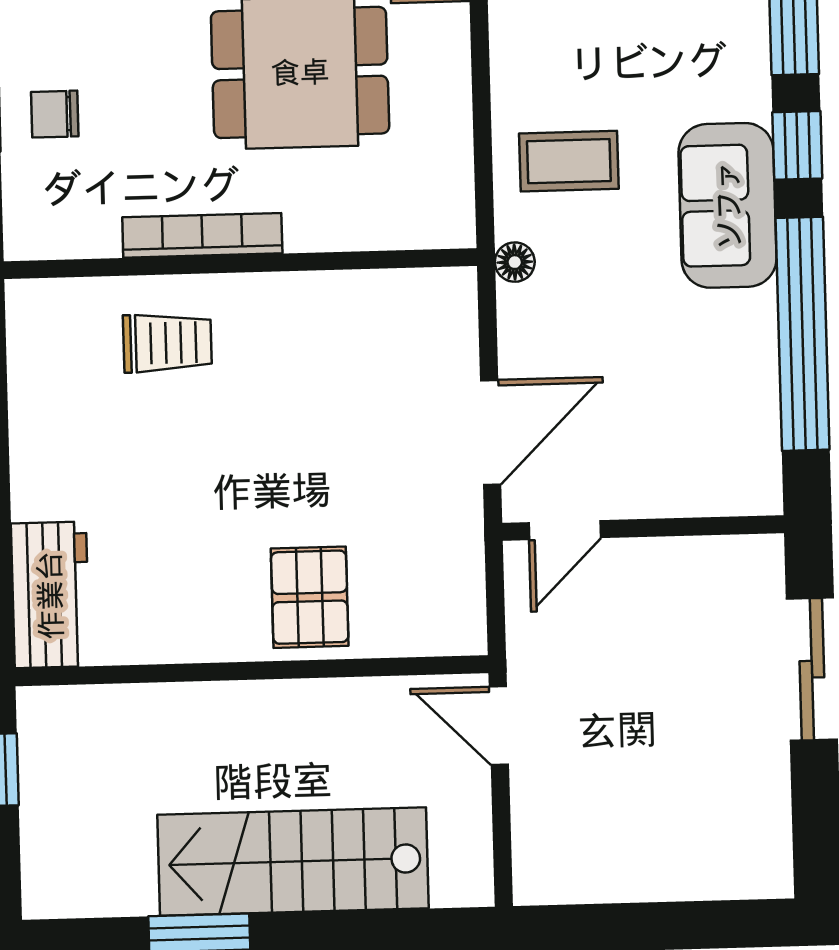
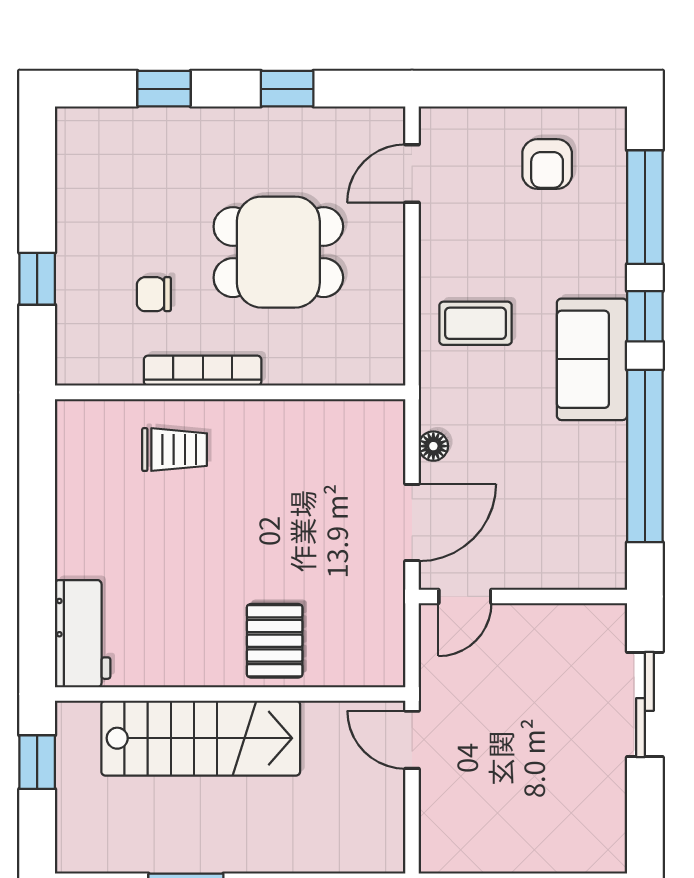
chair: (55, 114) -> (154, 294), moved
floor lamp: (515, 262) -> (433, 446), moved
stairs: (293, 862) -> (201, 738), moved, turned 180

